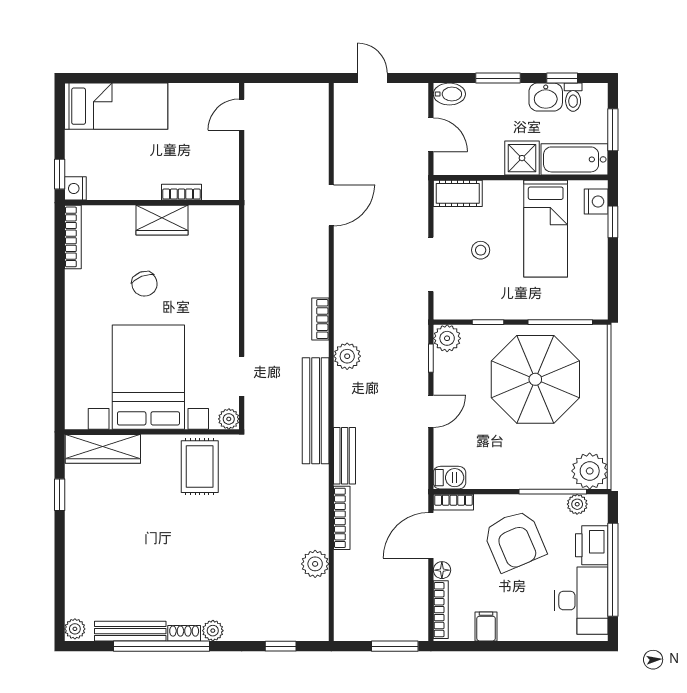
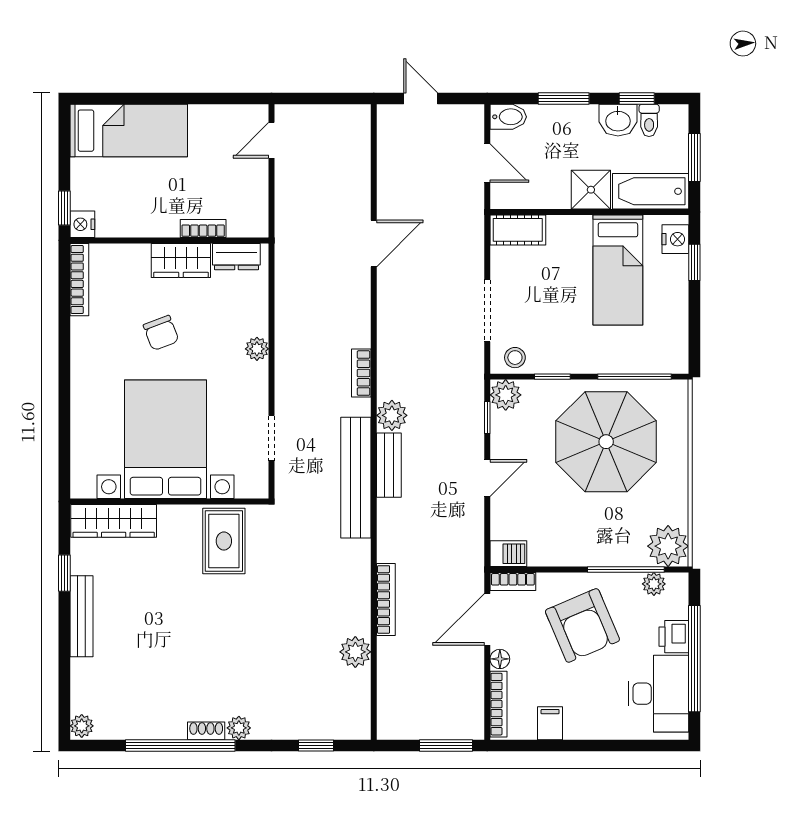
dresser: (211, 217) -> (236, 257), added
stool: (481, 250) -> (515, 358), moved
plant: (229, 419) -> (257, 349), moved
bench: (345, 456) -> (389, 465), moved
printer: (592, 545) -> (674, 637), width x0.73, depth x0.81
bench: (130, 631) -> (81, 616), moved, turned 90

